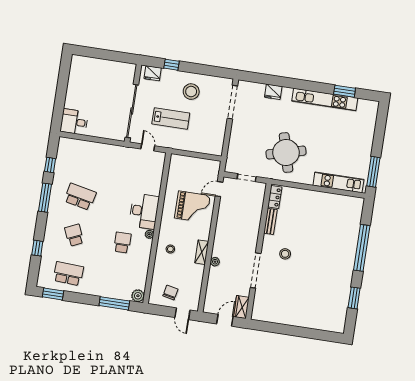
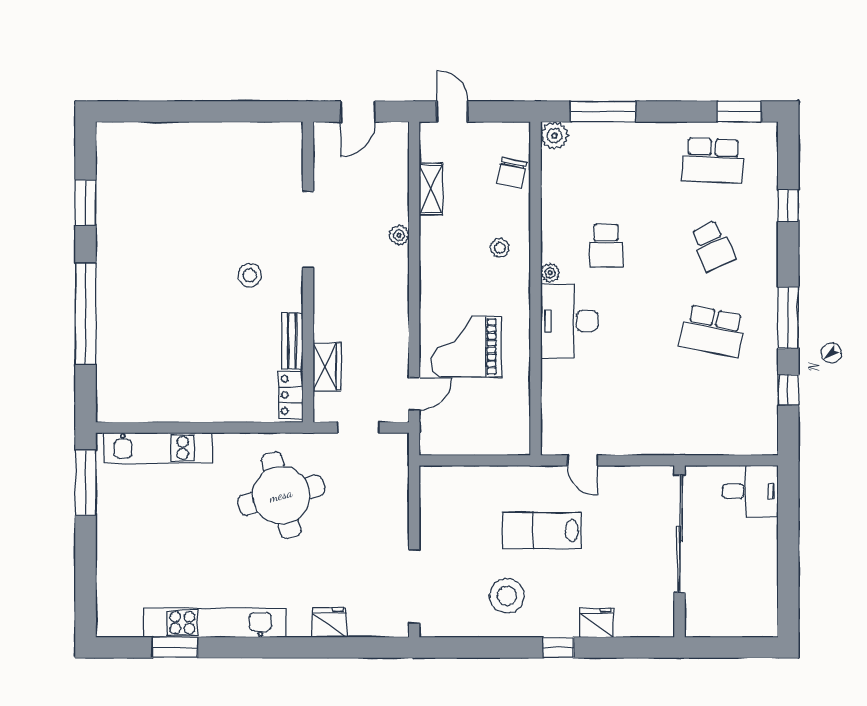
wall: (133, 103) -> (680, 551), moved
sliding door: (132, 111) -> (680, 534), moved
shelving: (202, 252) -> (431, 189), moved
chair: (170, 292) -> (512, 173), moved
wardrobe: (241, 307) -> (327, 367), moved

